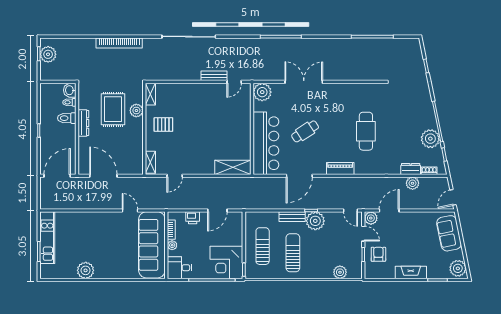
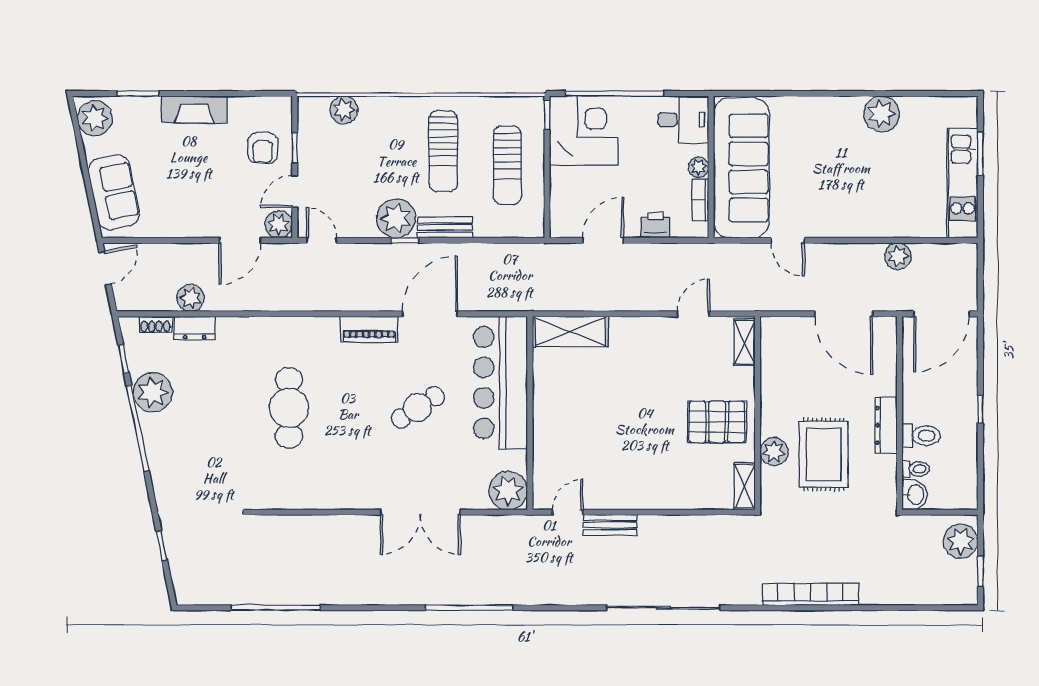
plant: (48, 54) -> (961, 541), moved
pallet: (163, 125) -> (717, 422), width x1.50, depth x1.42
piano: (340, 168) -> (369, 329), moved
plant: (78, 203) -> (898, 256), added
door: (363, 234) -> (295, 192), hinge flipped

